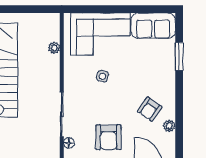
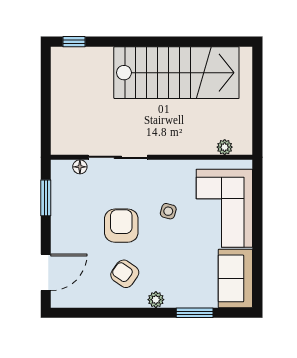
plant: (54, 48) -> (225, 147), moved
plant: (169, 126) -> (156, 300), moved
armchair: (108, 137) -> (121, 226), moved, turned 90

